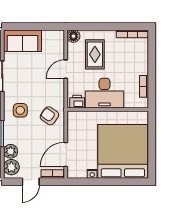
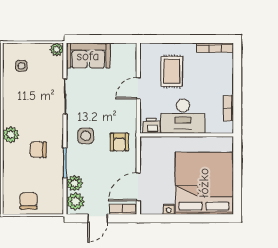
floor lamp: (73, 36) -> (147, 50), removed
armchair: (49, 116) -> (119, 142), turned -125

